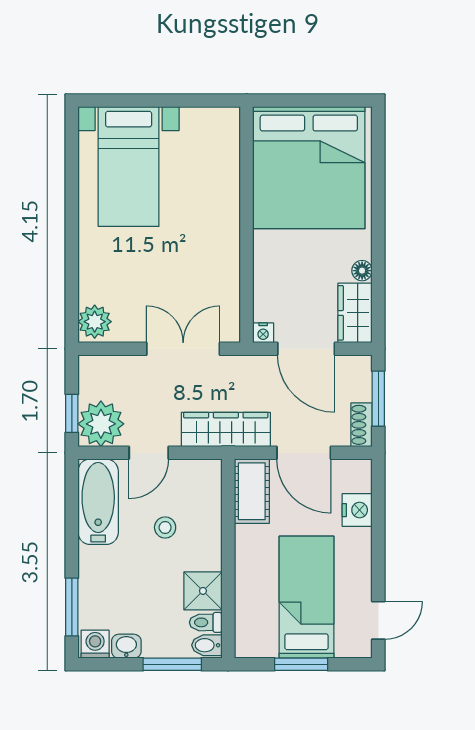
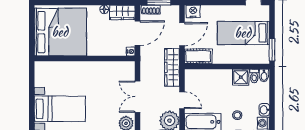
double door: (183, 349) -> (138, 97), moved
shoe rack: (362, 425) -> (151, 10), moved
nightstand: (357, 510) -> (193, 11), moved
stool: (165, 527) -> (237, 115), moved
window: (172, 664) -> (272, 90), removed
window: (301, 664) -> (272, 50), moved

